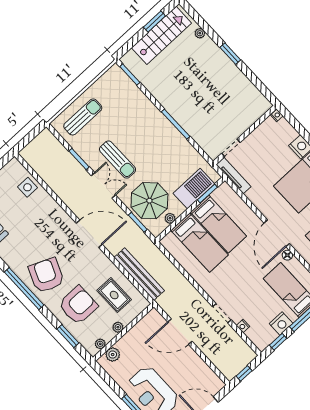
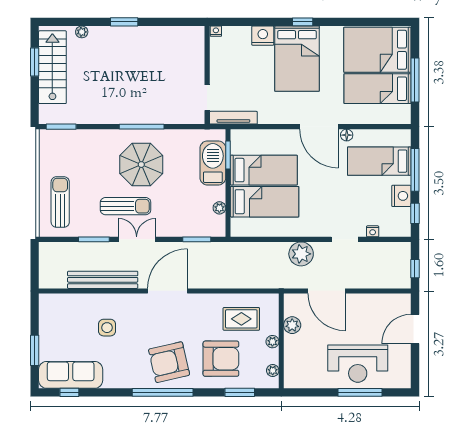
side table: (28, 187) -> (107, 328), moved
parasol: (149, 201) -> (141, 165), moved
bench: (139, 274) -> (103, 280), moved
armchair: (46, 275) -> (169, 362), turned -36
plant: (188, 295) -> (301, 254), added
armchair: (78, 305) -> (221, 359), turned 90
door: (180, 332) -> (326, 291), hinge flipped
plant: (113, 355) -> (292, 325), moved

